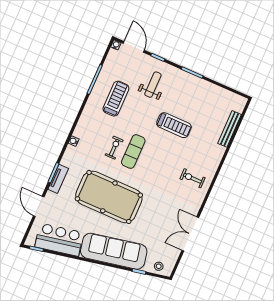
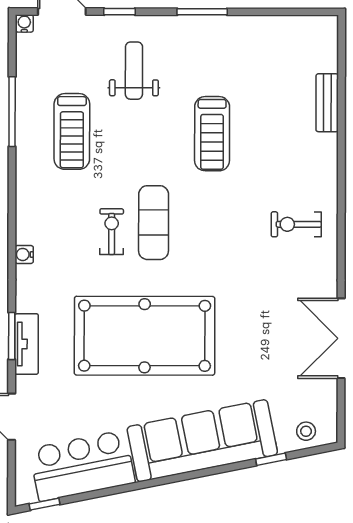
treadmill: (116, 99) -> (72, 131), turned 180
treadmill: (174, 125) -> (212, 134), turned 90
bench: (230, 129) -> (327, 103), width x0.73

